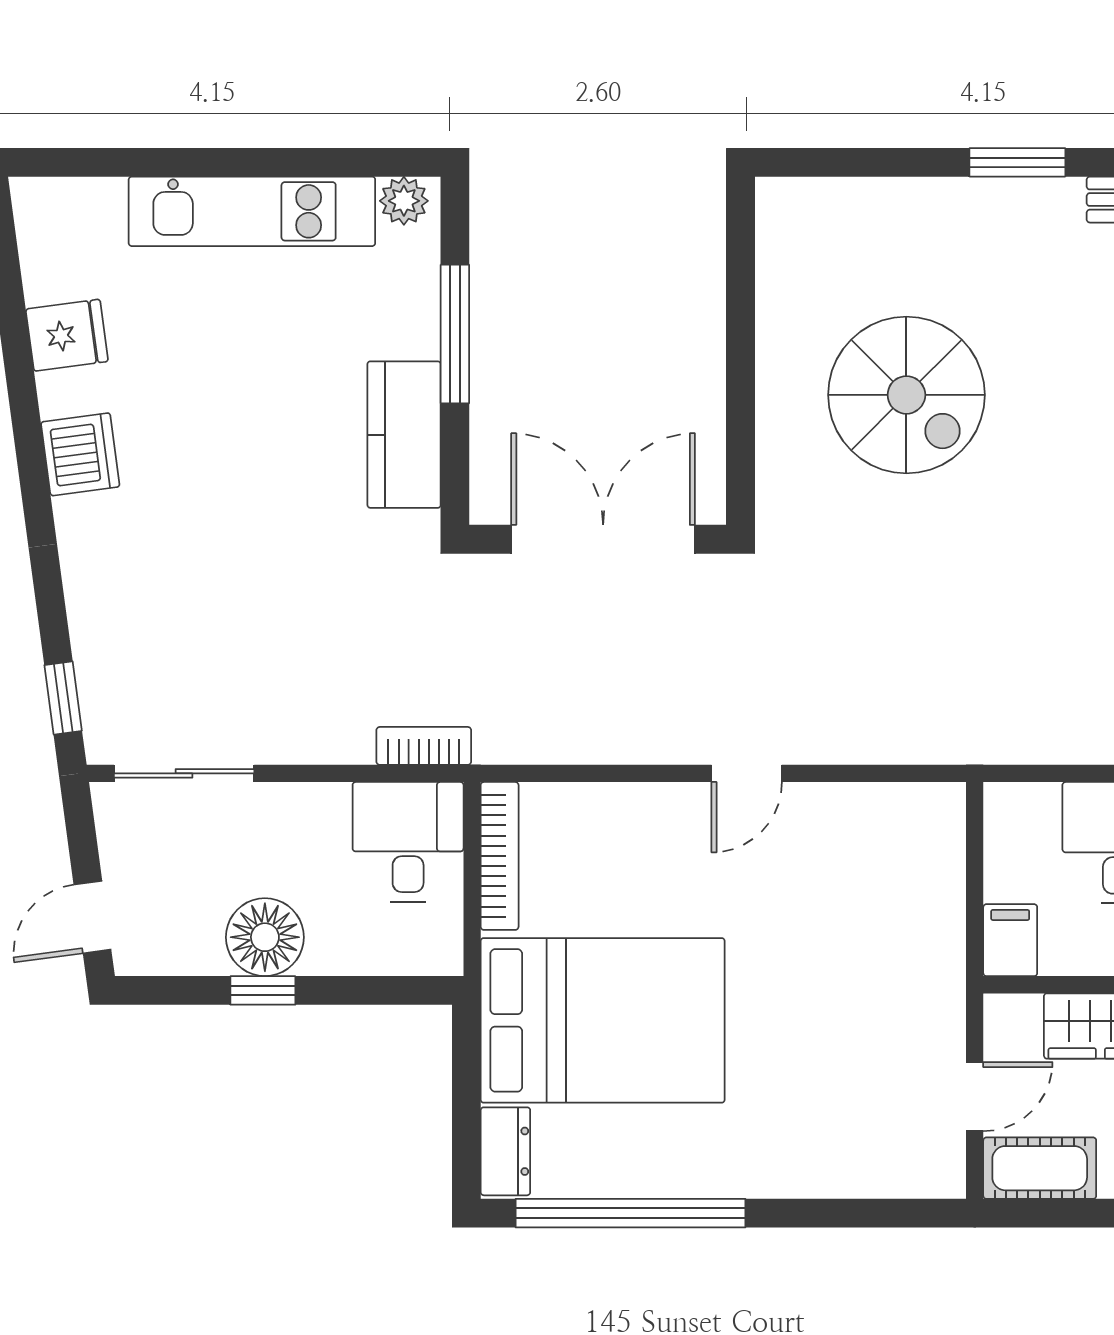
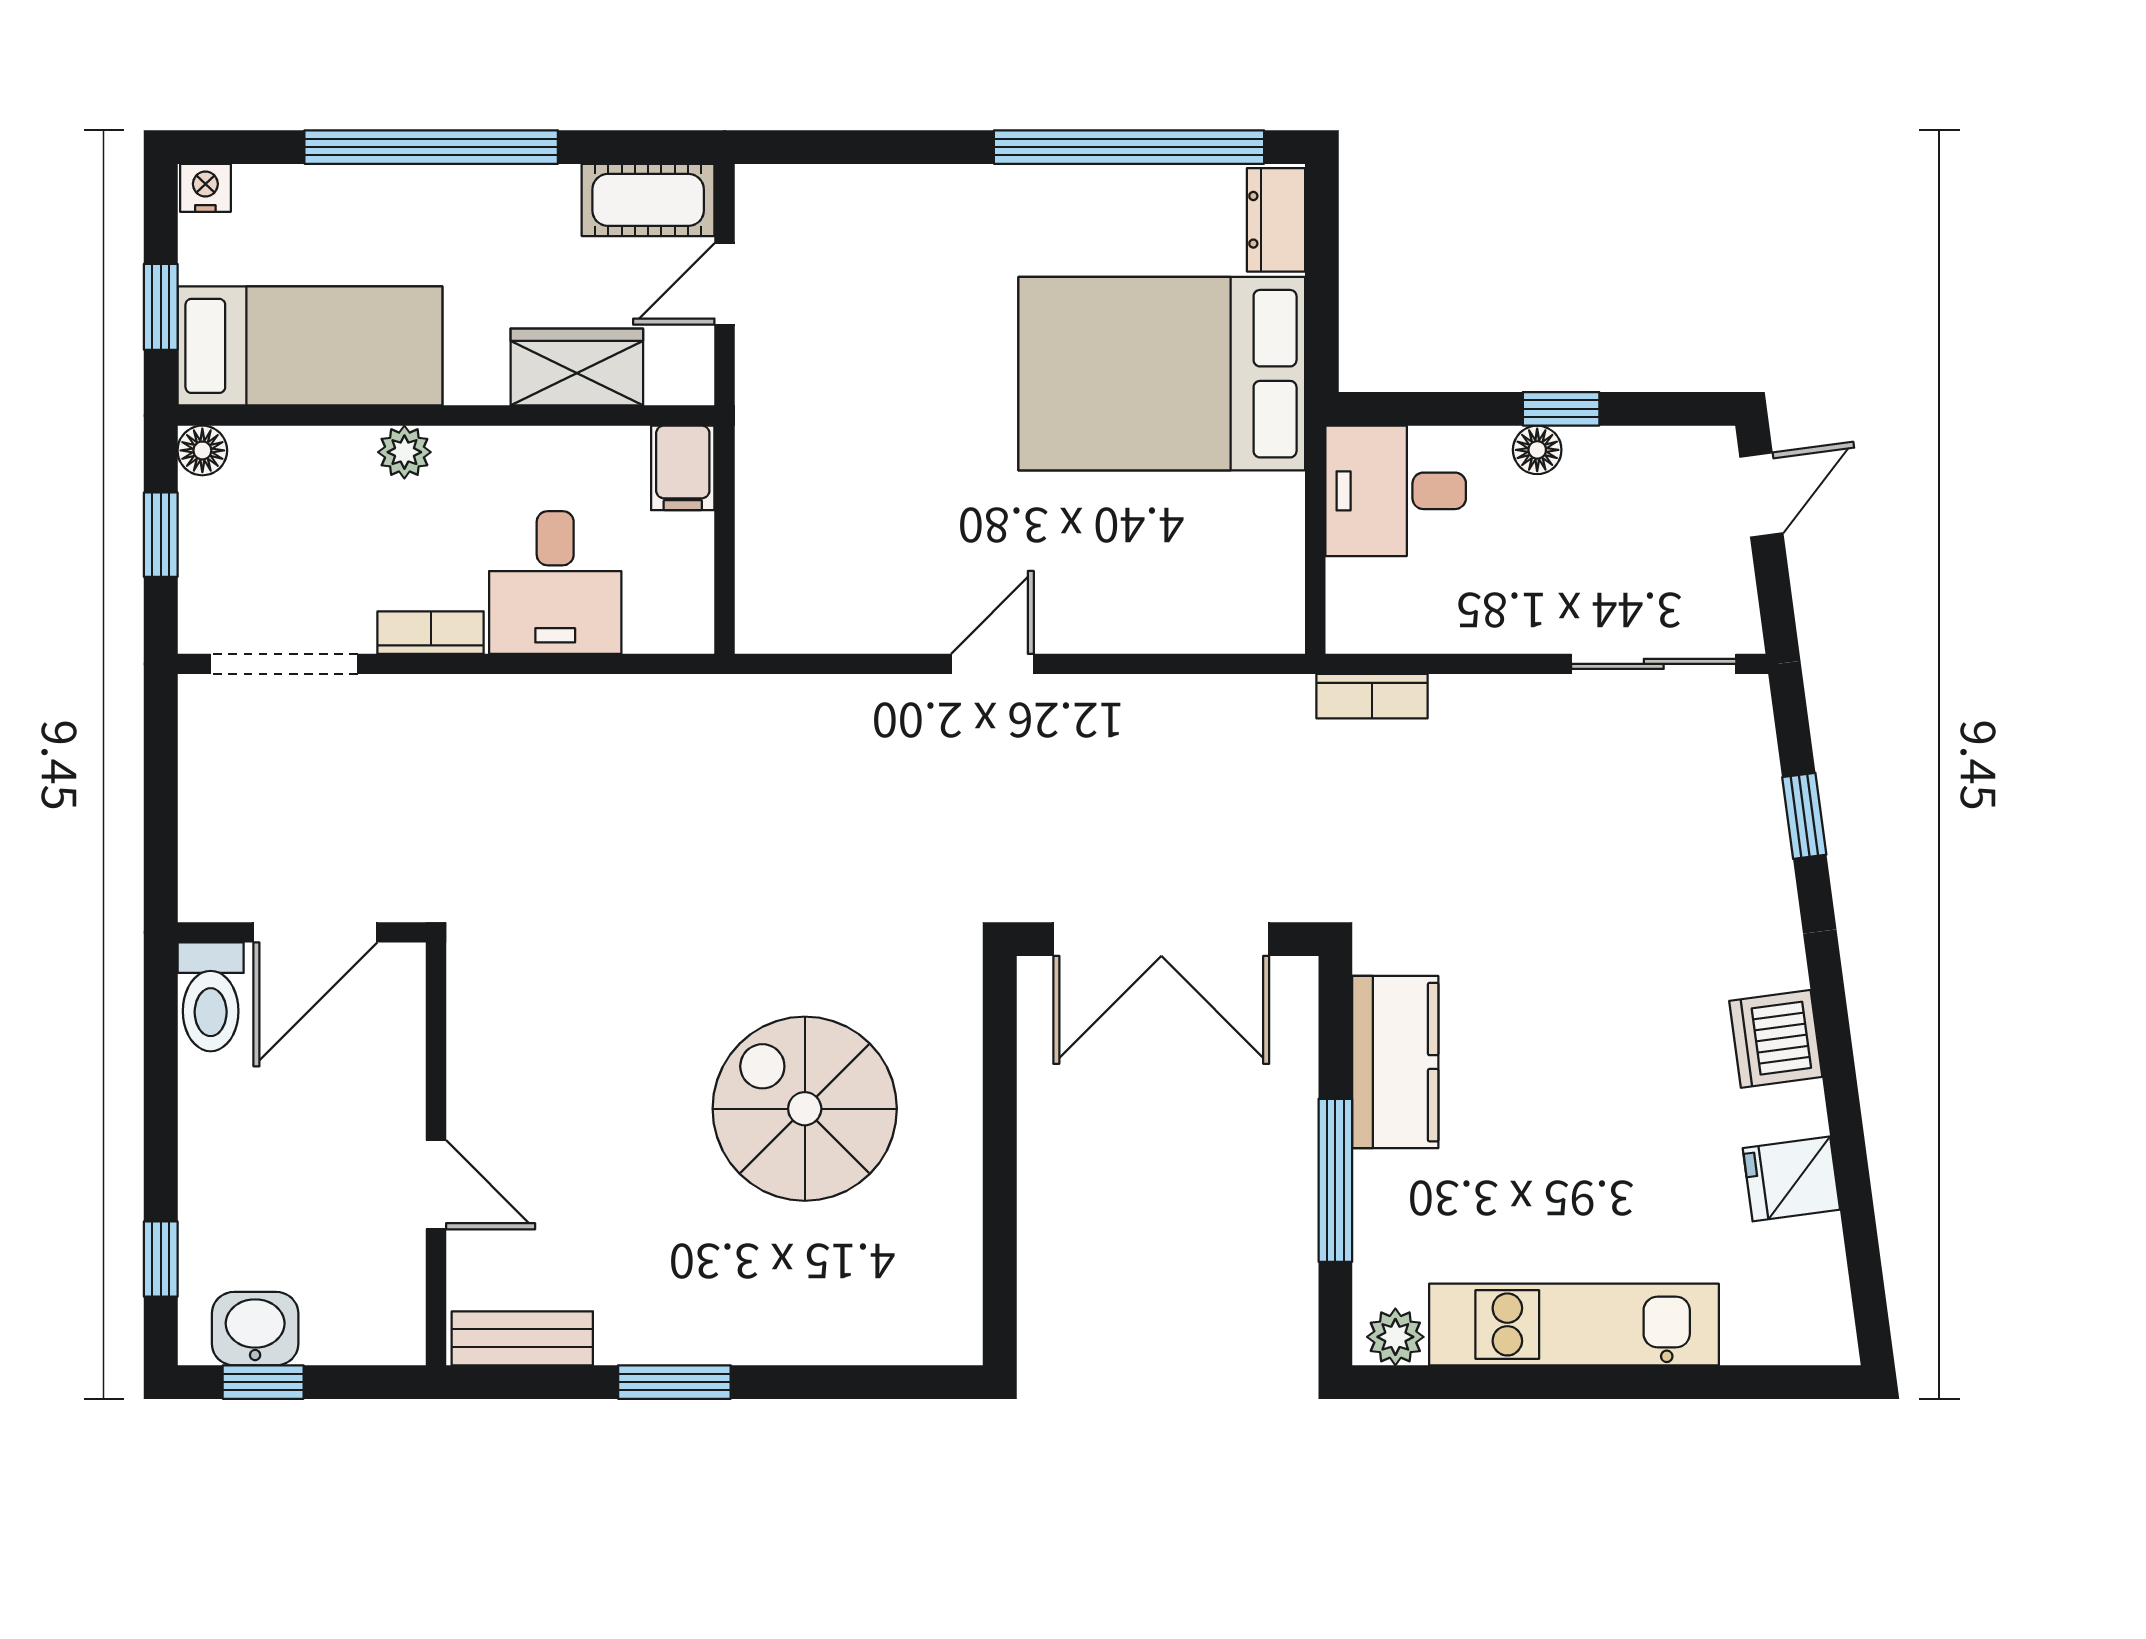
window: (63, 698) -> (1804, 816), moved
desk: (408, 842) -> (1396, 491), moved, turned 90
bookcase: (500, 856) -> (1283, 567), removed
floor lamp: (265, 937) -> (1537, 450), width x0.53, depth x0.53

